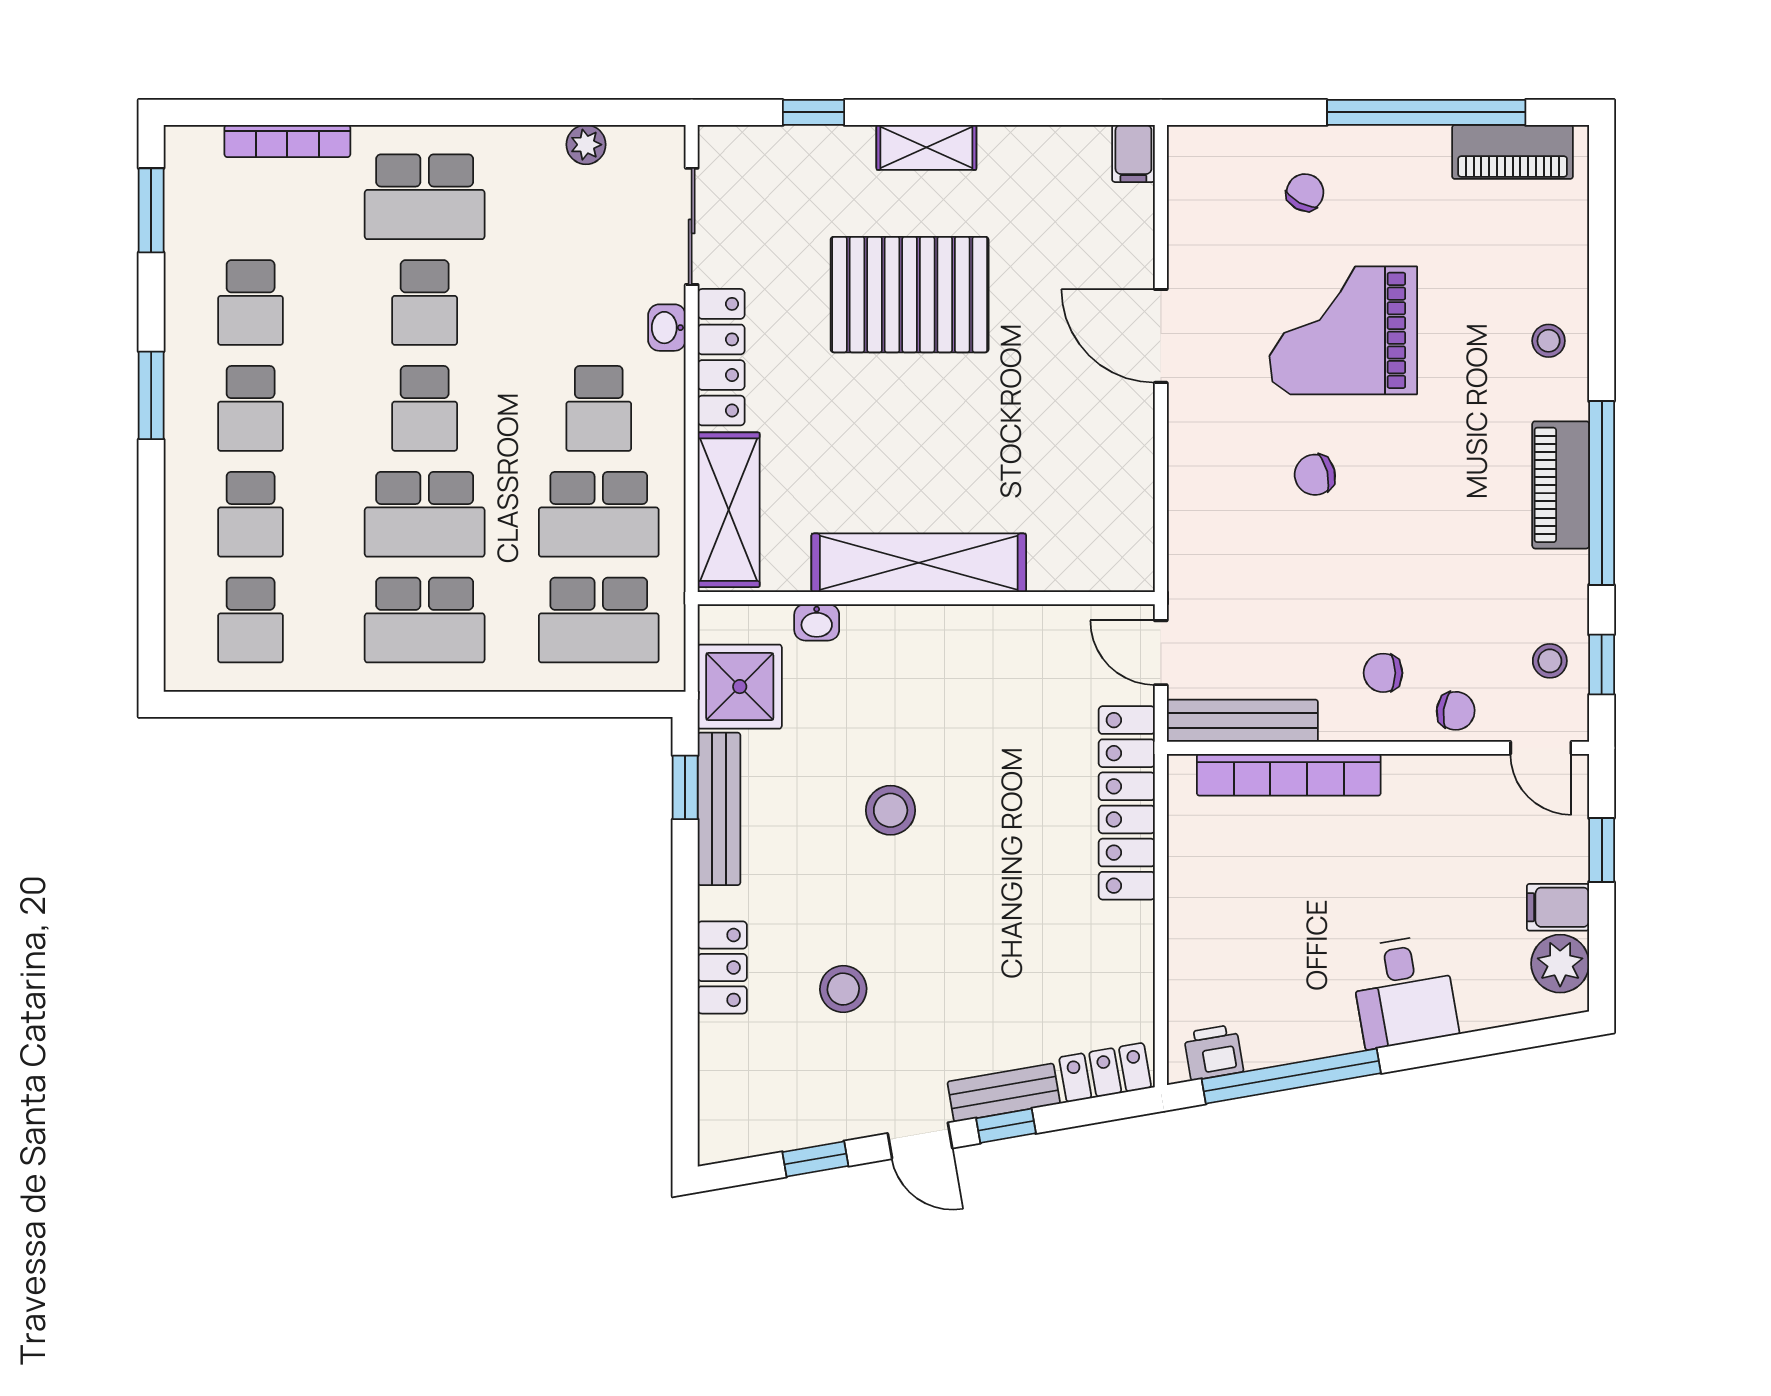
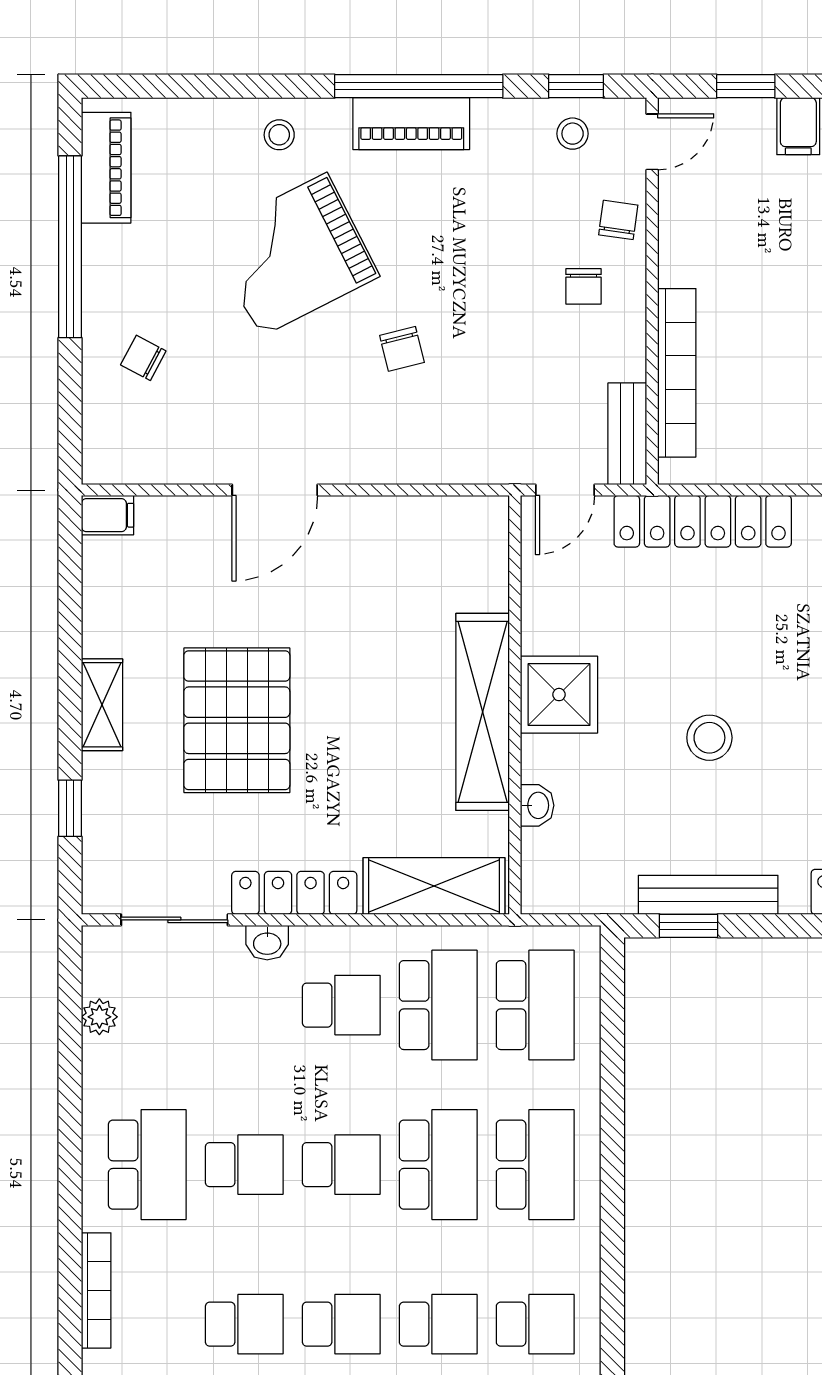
grand piano: (1343, 330) -> (293, 255), moved, turned 63
shower: (740, 687) -> (559, 695), moved
bench: (1242, 721) -> (627, 434), width x0.73

